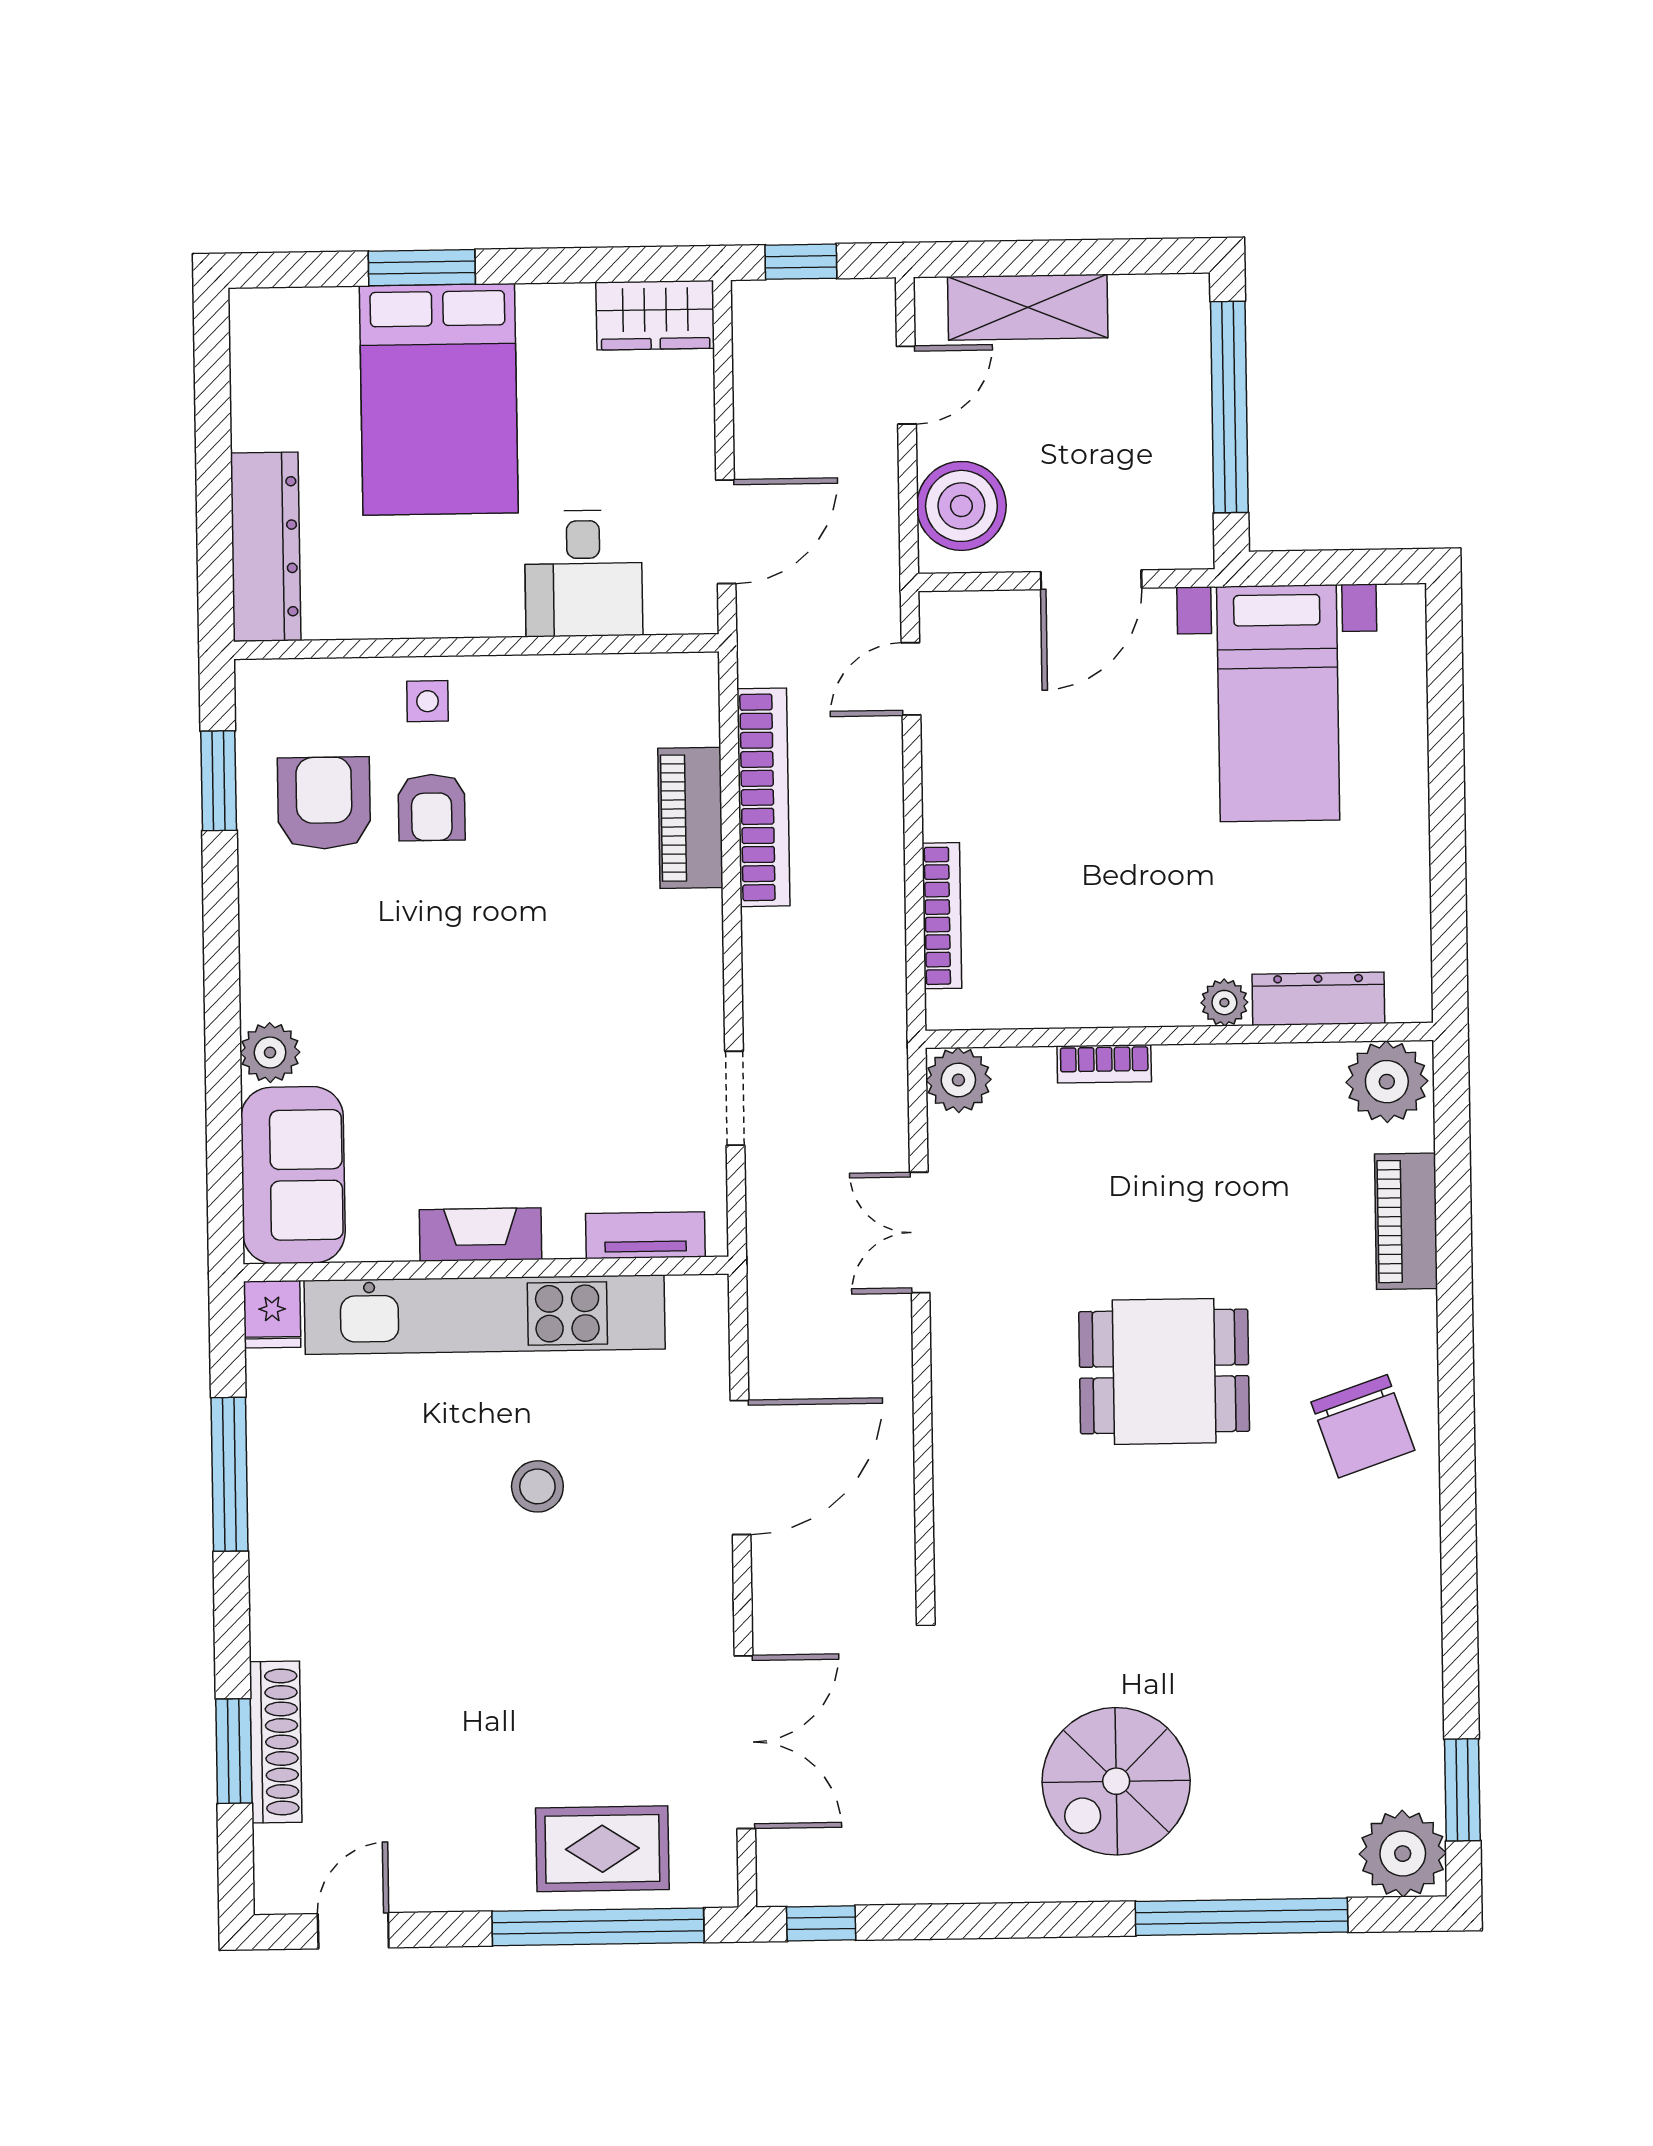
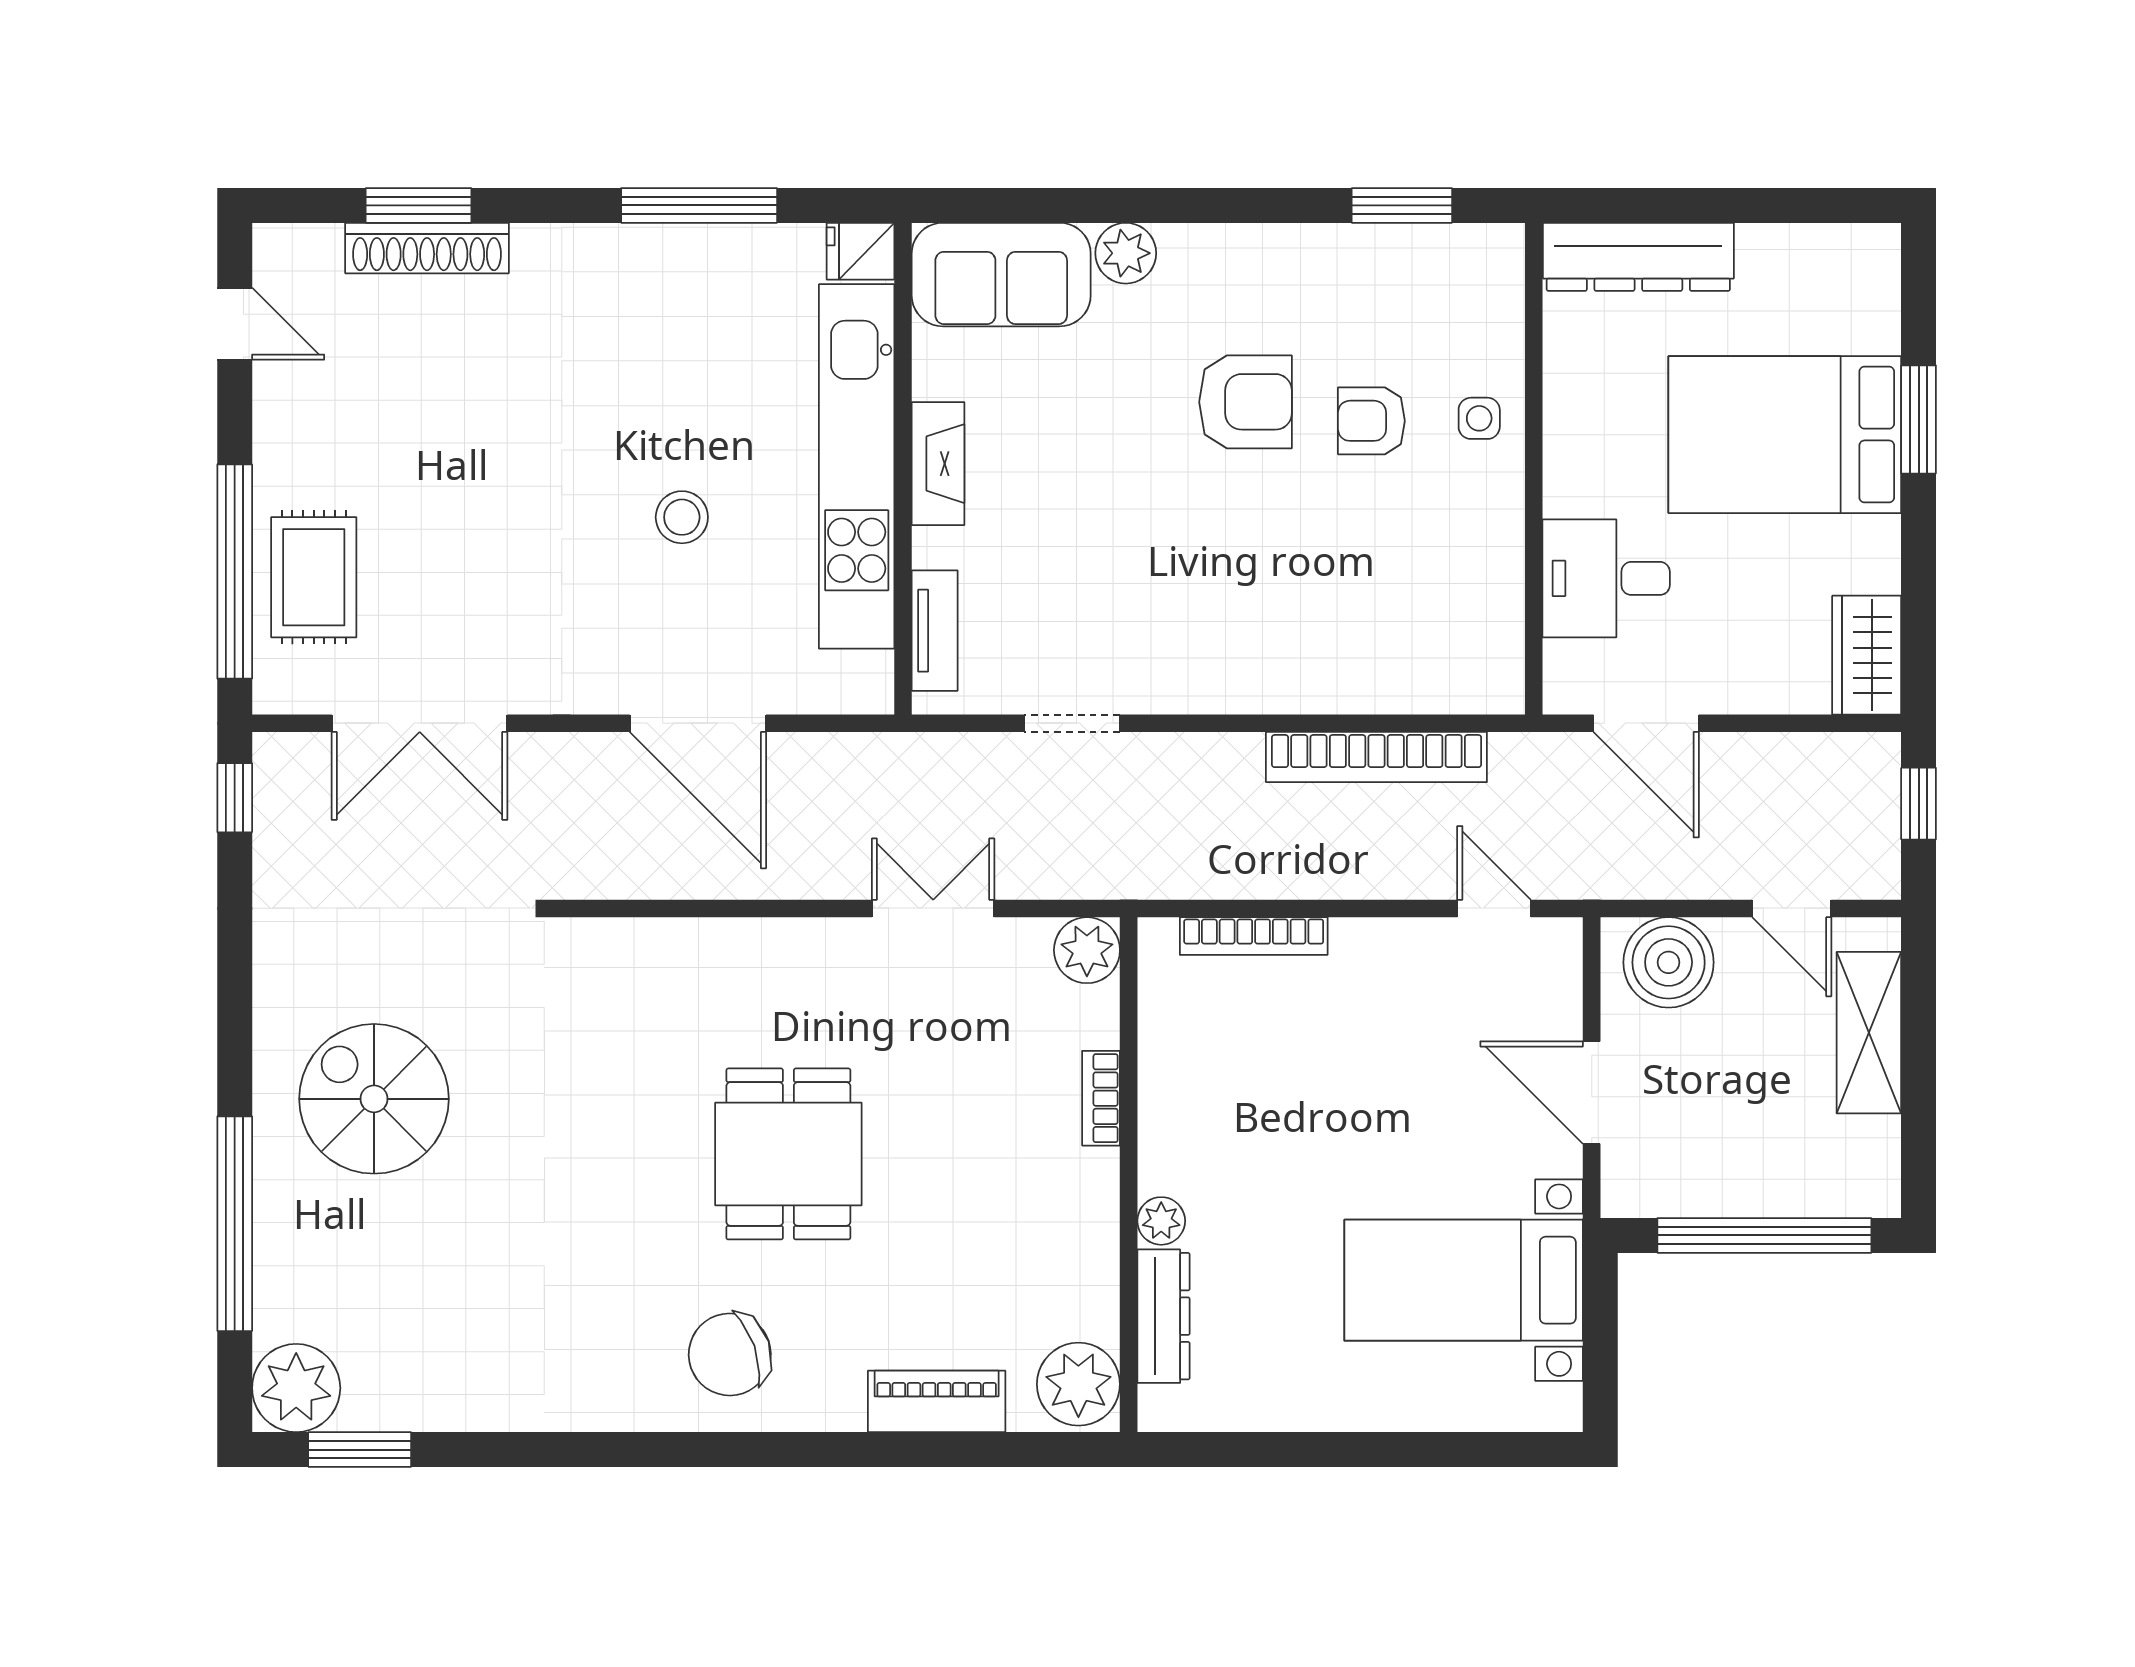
armchair: (324, 803) -> (1245, 402), moved
piano: (690, 818) -> (1357, 683), removed

